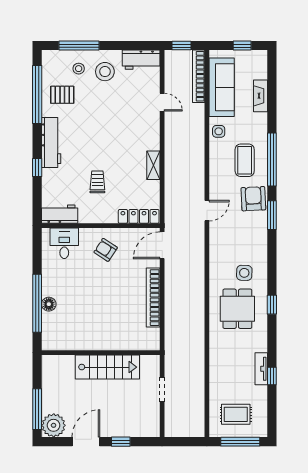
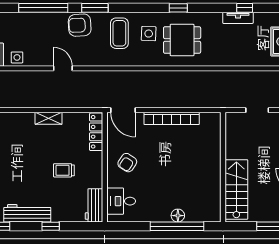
coffee table: (245, 160) -> (119, 33), moved, turned 90
door: (207, 211) -> (63, 68), moved
stairs: (107, 367) -> (236, 189), moved

